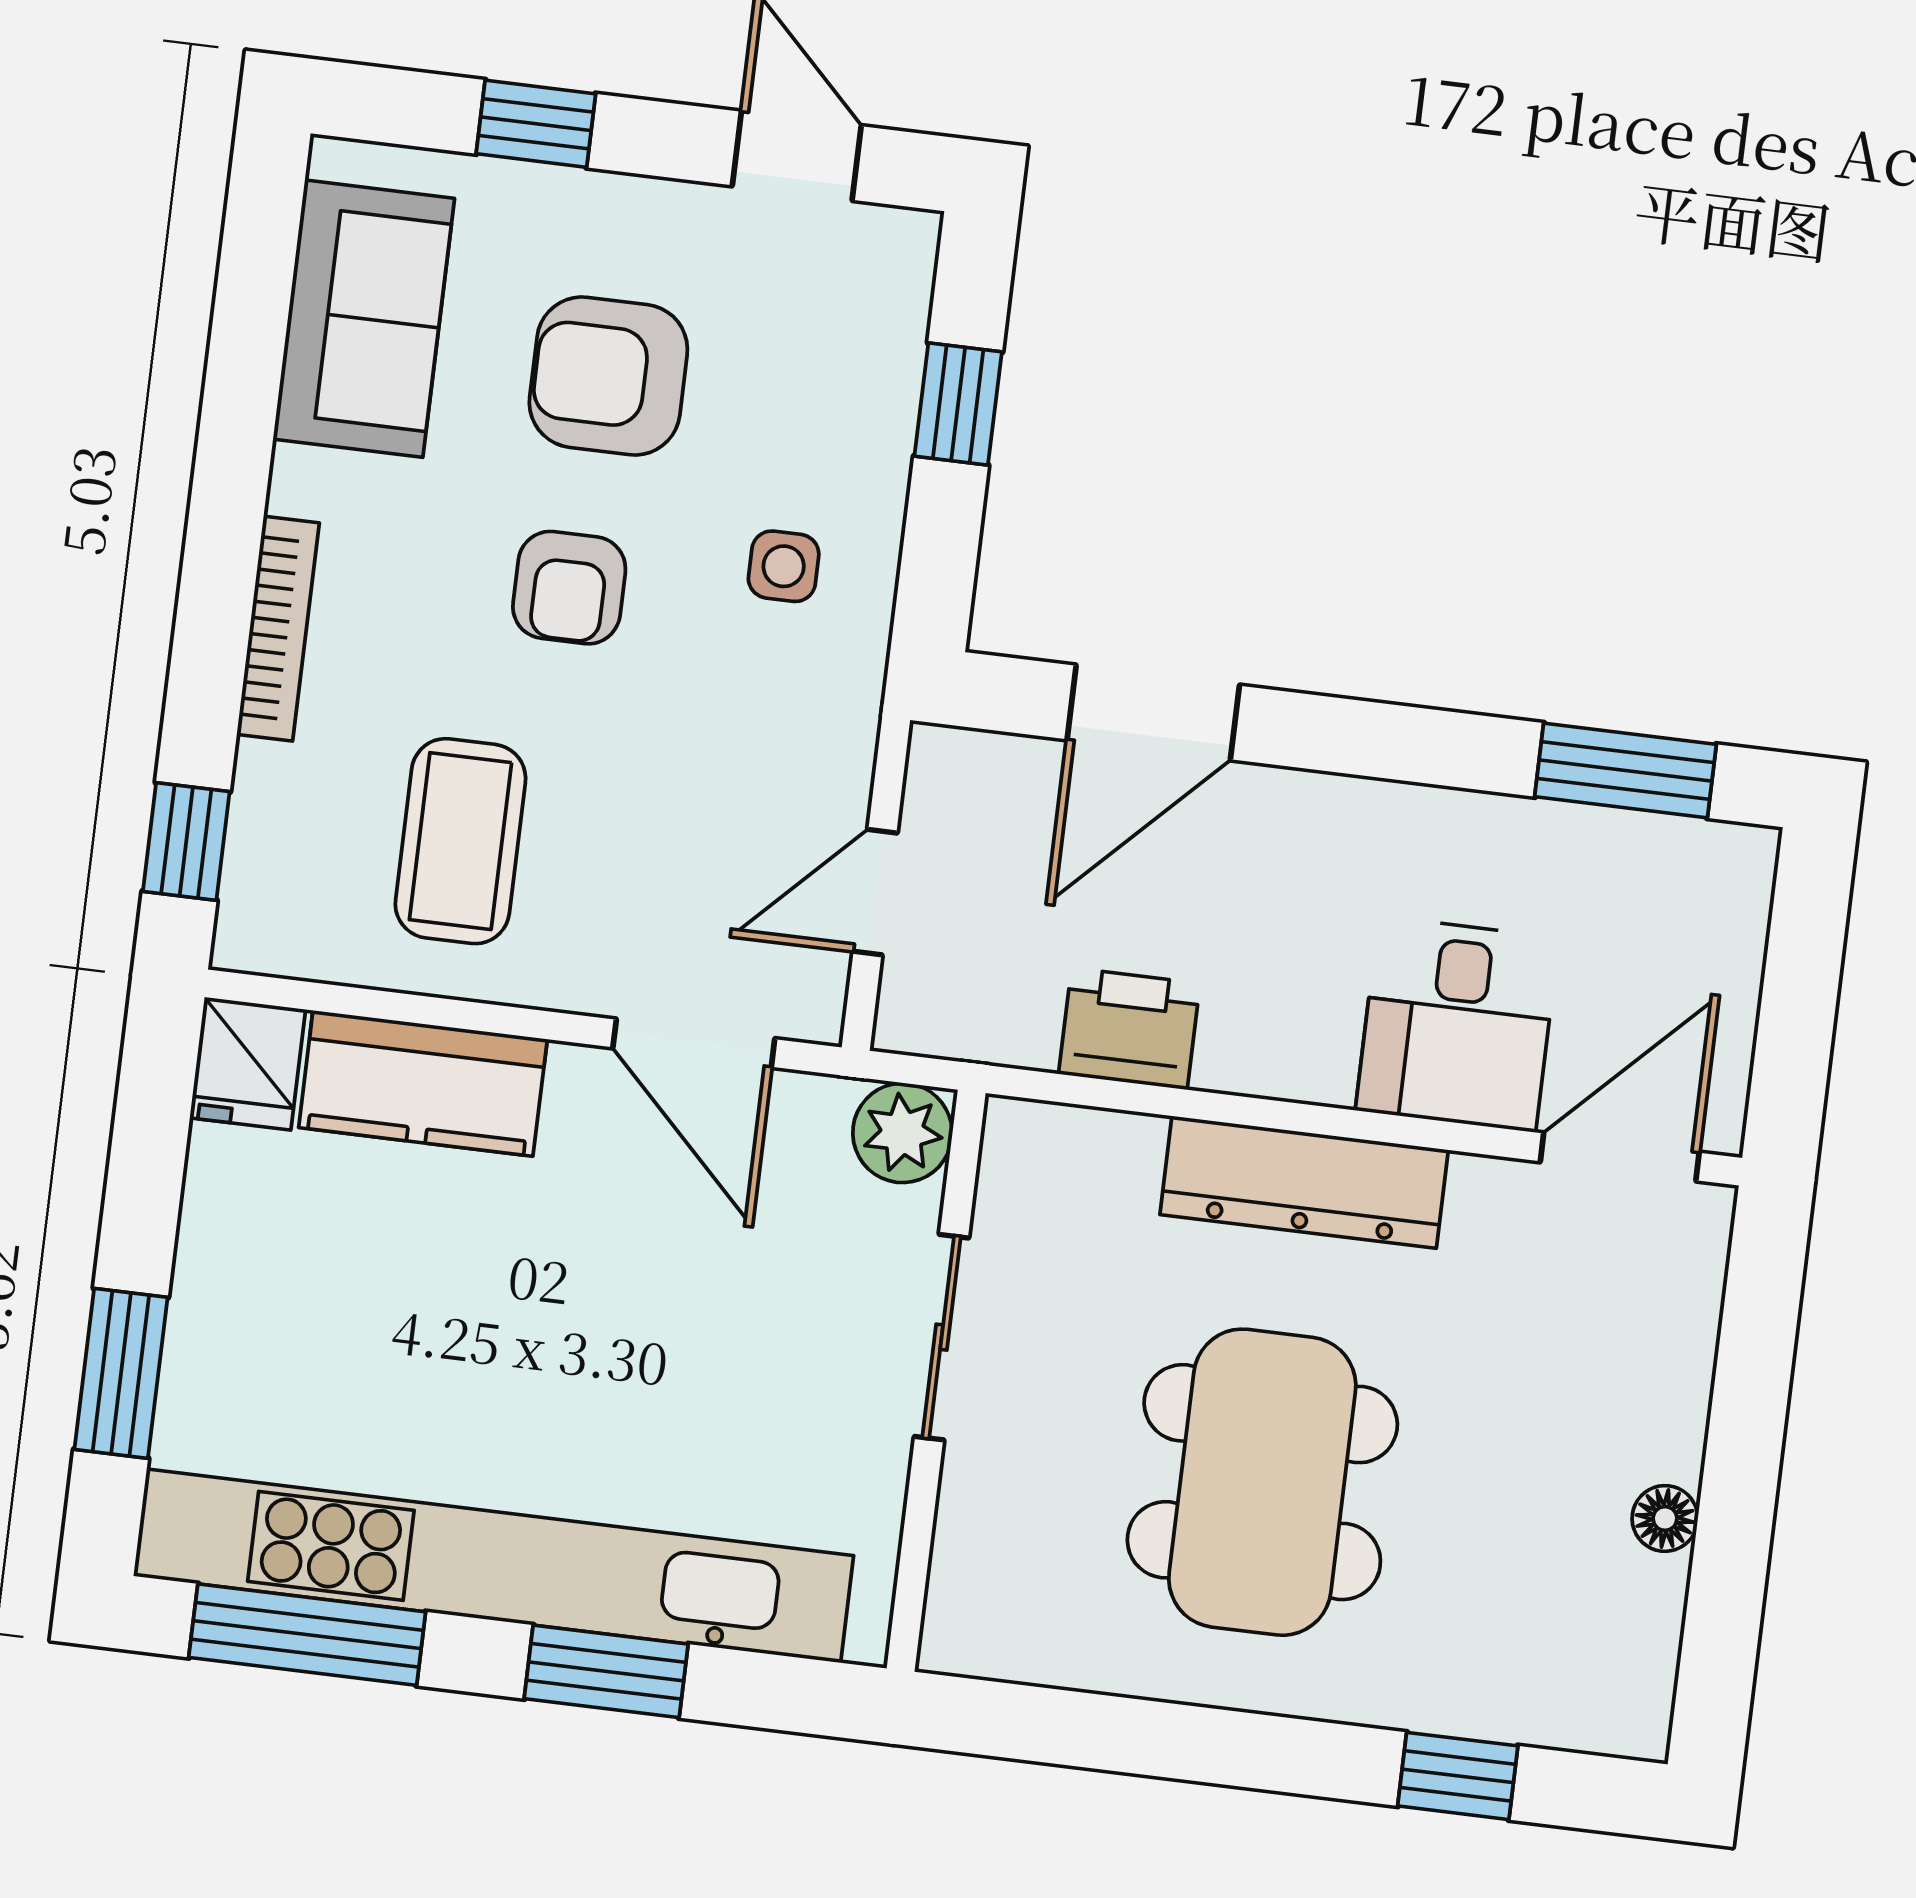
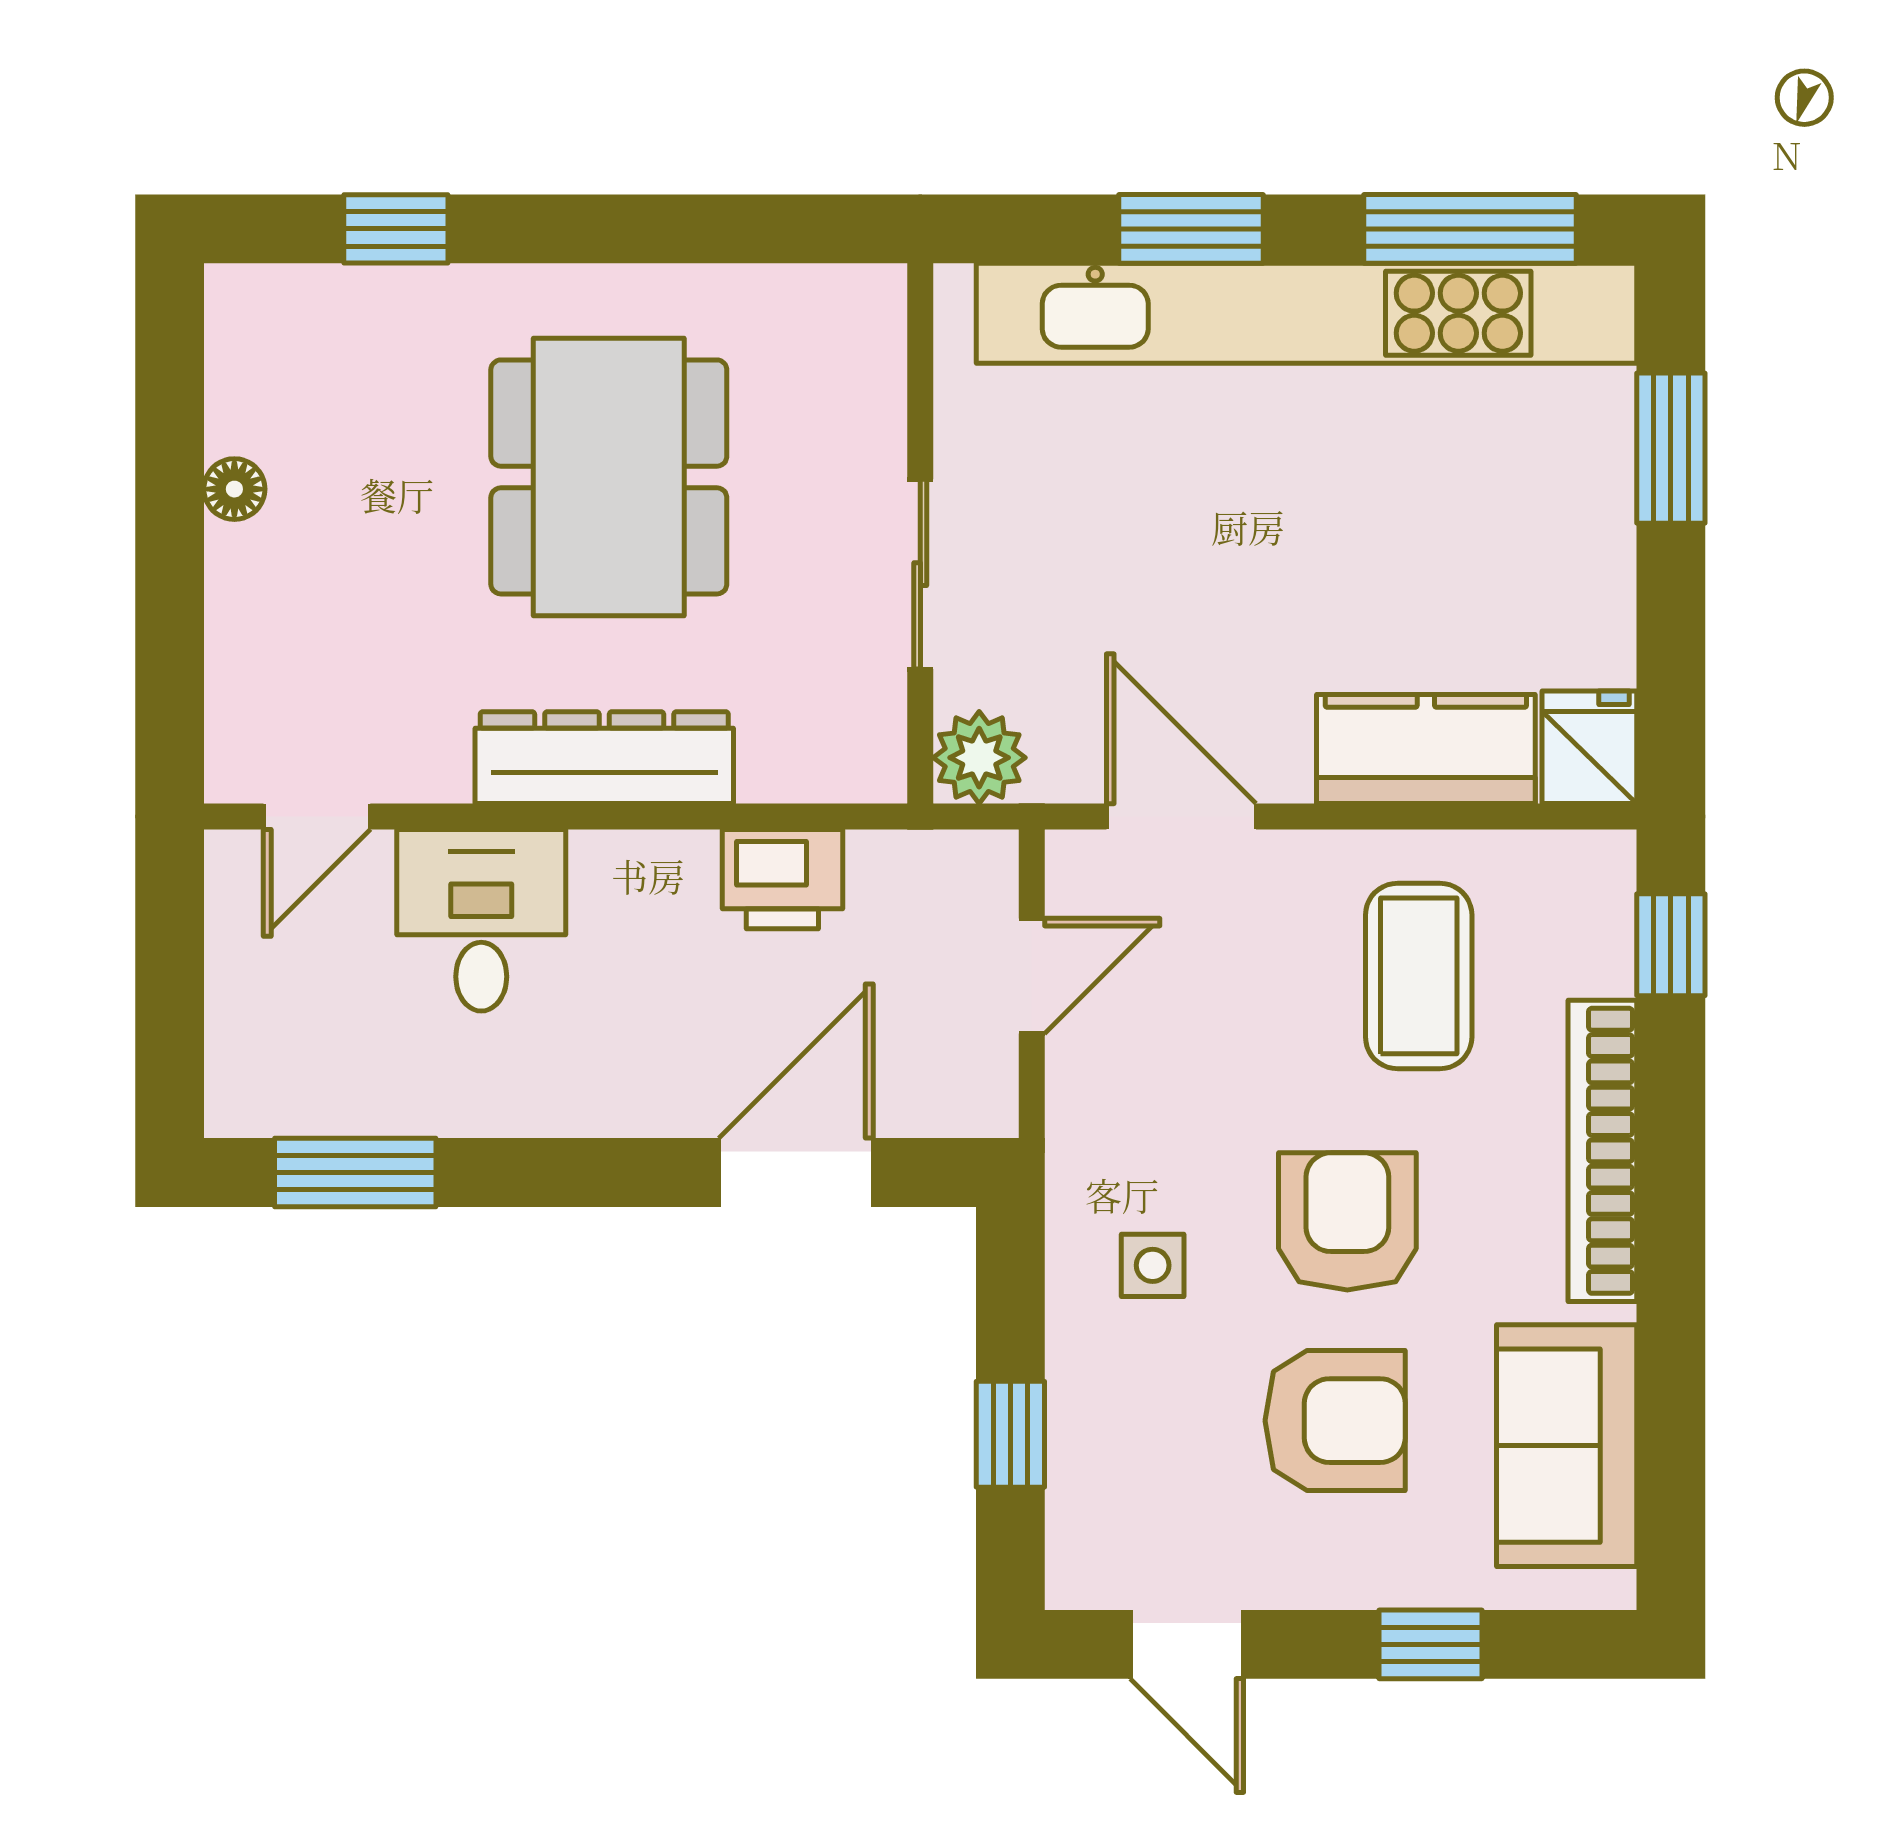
armchair: (569, 588) -> (1347, 1221), width x1.38, depth x1.38
bookcase: (278, 629) -> (1602, 1151), width x1.48, depth x1.31
door: (1620, 1157) -> (317, 817), width x0.73

